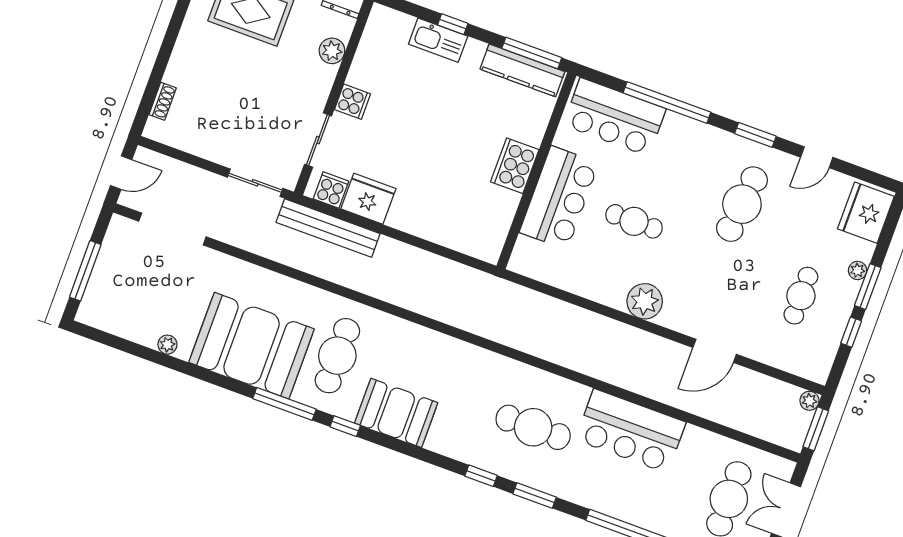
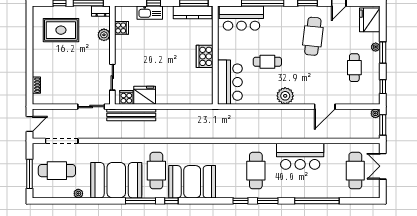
cooker: (353, 102) -> (121, 28), moved
bar counter: (559, 198) -> (230, 82), moved
cafe table: (142, 284) -> (57, 171), added
window: (851, 332) -> (383, 87), moved
booth: (396, 413) -> (192, 182), width x1.36, depth x1.42
cafe table: (533, 427) -> (256, 171), turned 90

